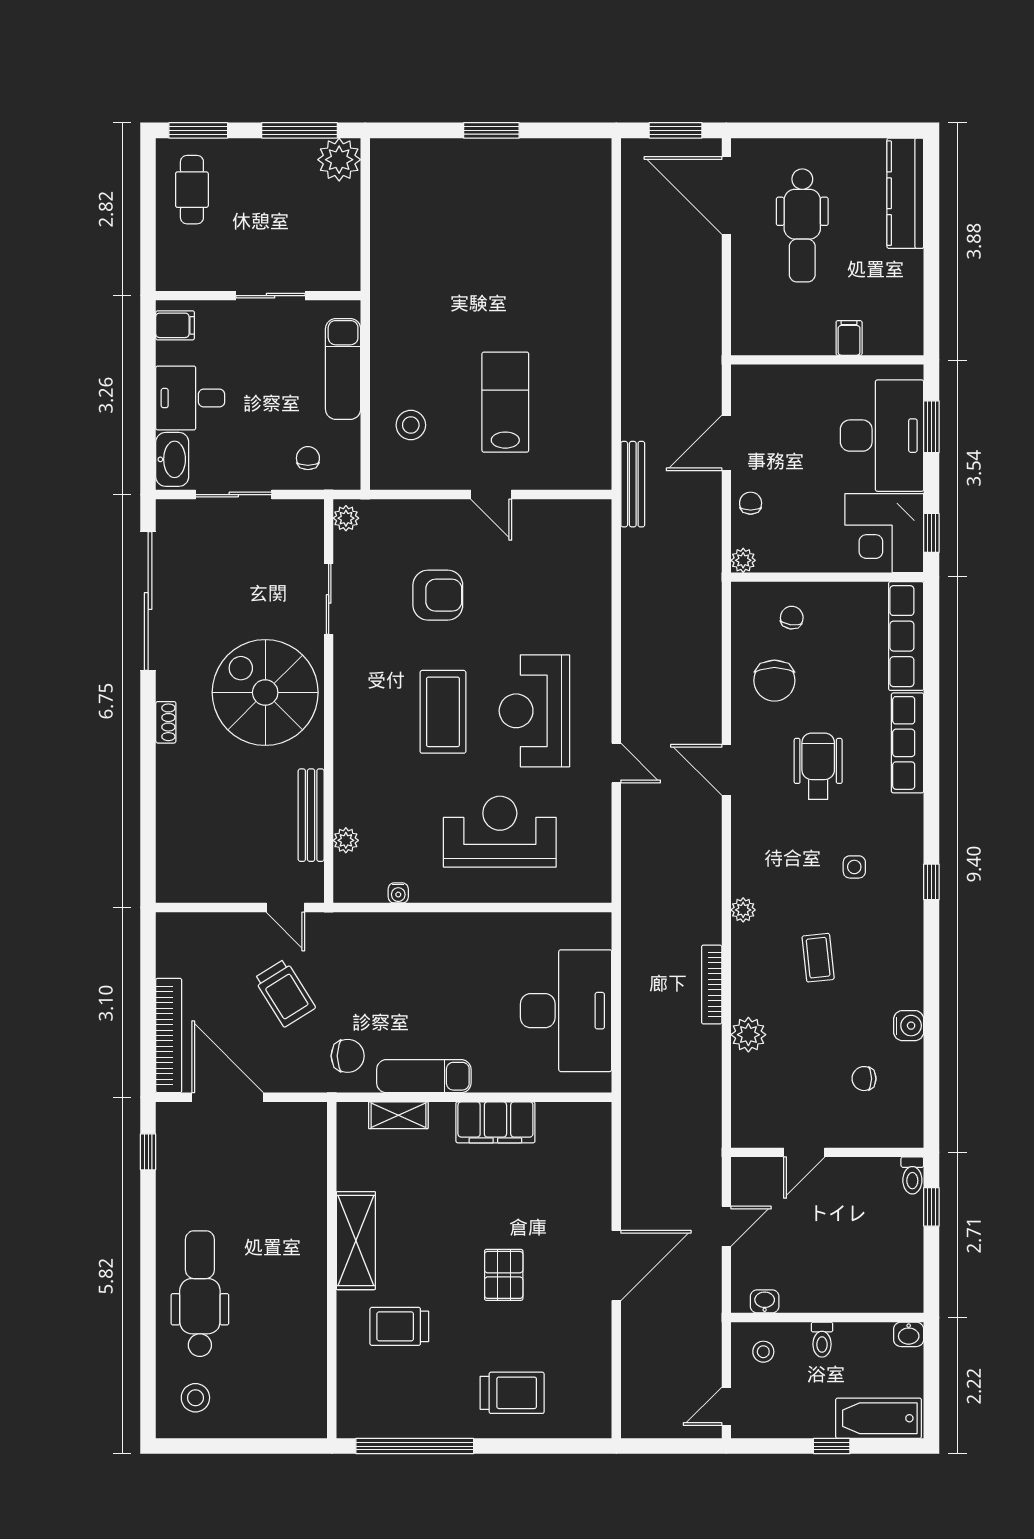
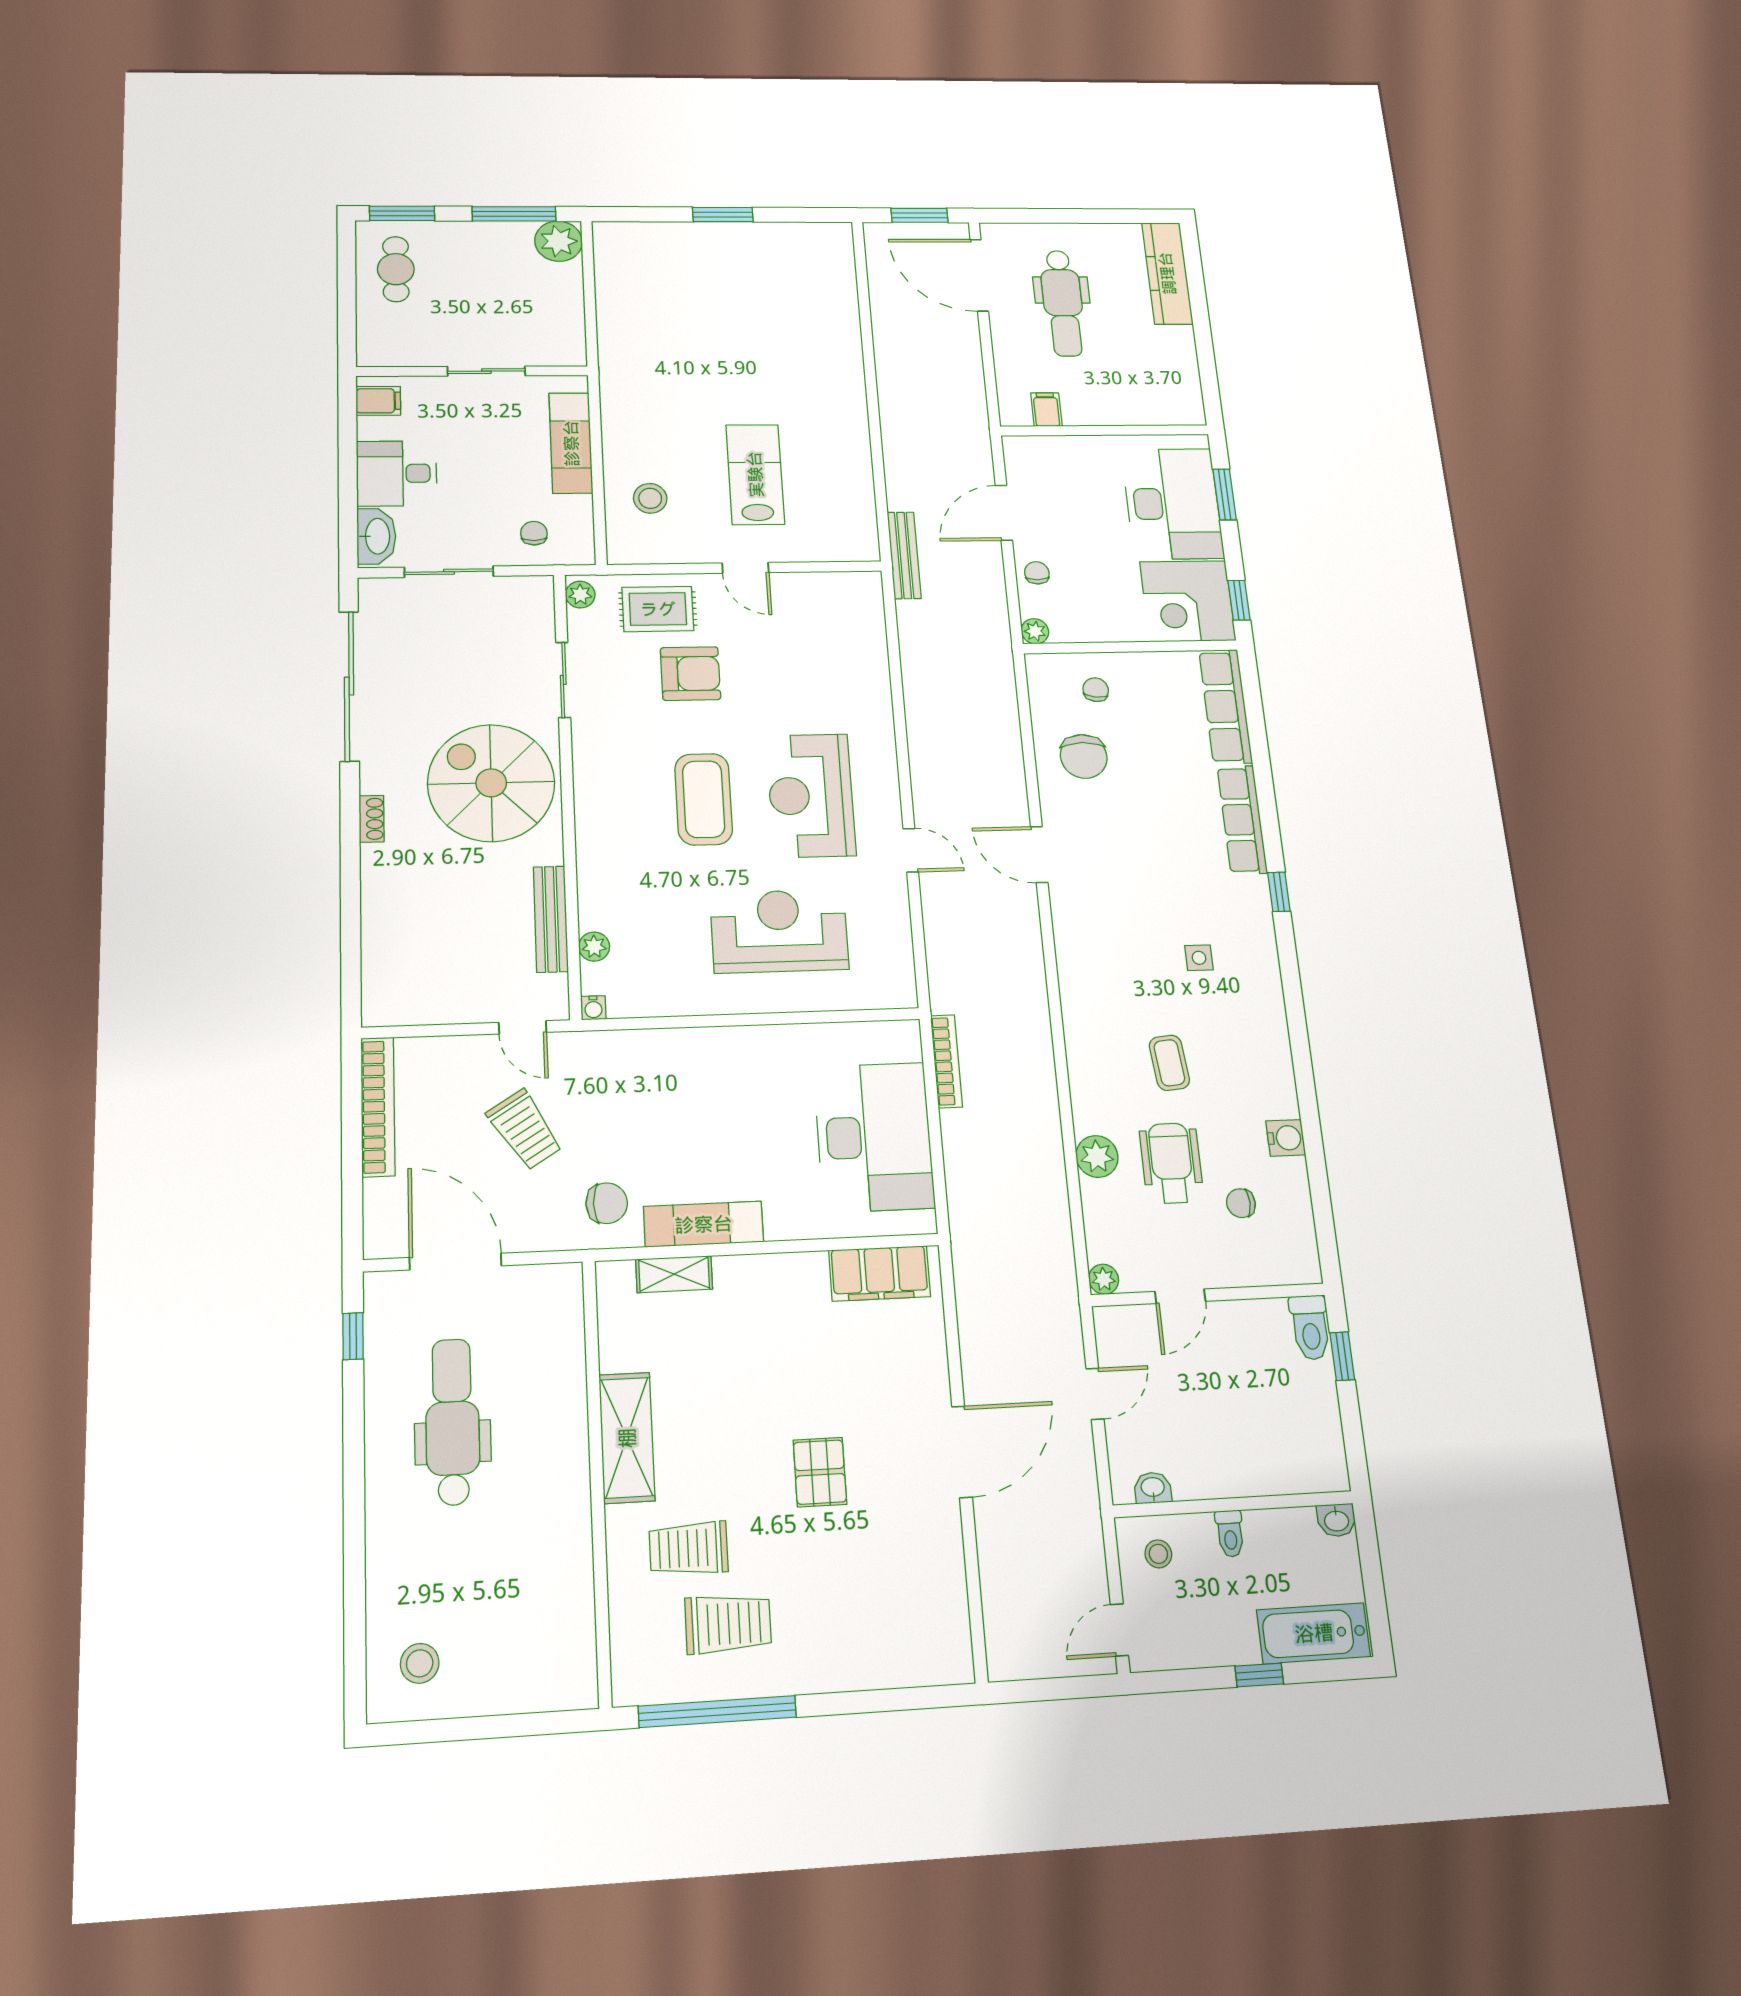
filing cabinet: (849, 338) -> (1046, 410), moved
rug: (413, 533) -> (658, 609), added
wheelchair: (818, 766) -> (1171, 1163), moved
window: (931, 882) -> (1279, 892), moved
water cooler: (398, 893) -> (593, 1008), moved
plant: (743, 910) -> (1104, 1279), moved
bookcase: (712, 985) -> (946, 1061), moved, turned 180
bookcase: (169, 1035) -> (378, 1107), moved
filing cabinet: (495, 1122) -> (880, 1273), moved
toilet: (912, 1175) -> (1310, 1327), width x1.37, depth x1.39
dental chair: (200, 1294) -> (452, 1422), moved
trolley: (512, 1393) -> (728, 1624), moved

